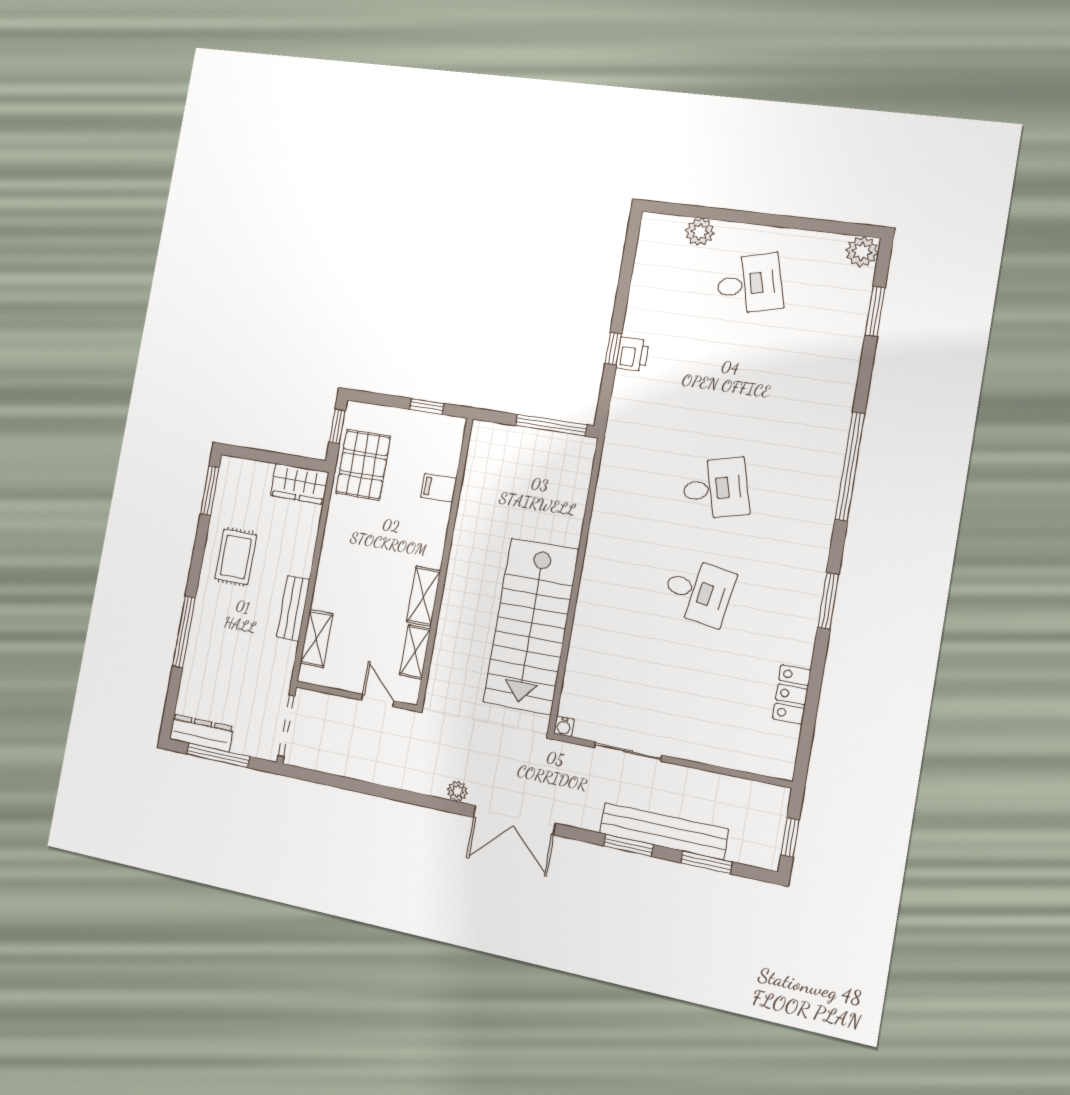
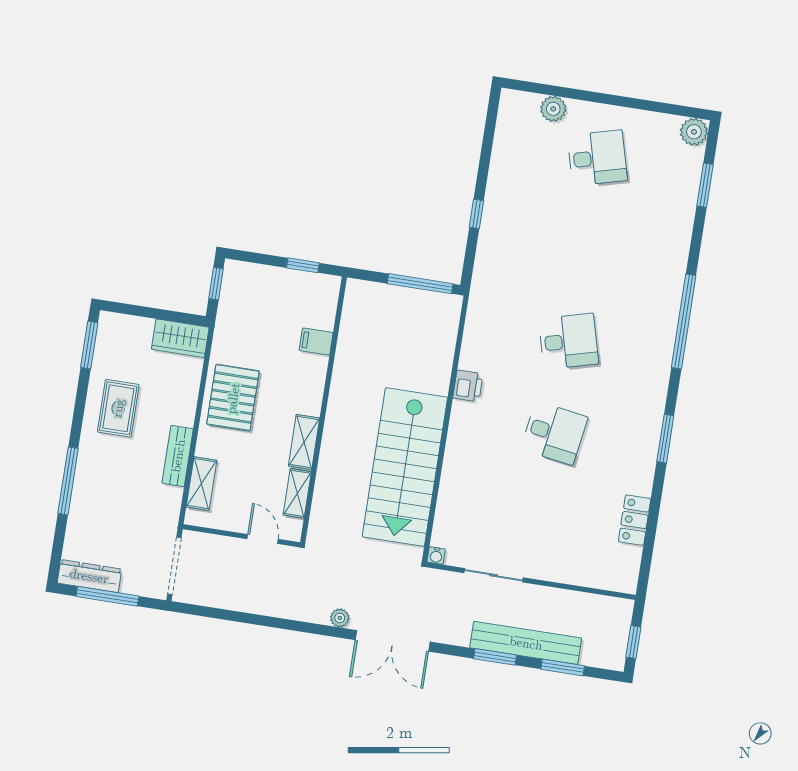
printer: (633, 354) -> (468, 386), moved
pallet: (363, 465) -> (233, 398), moved

